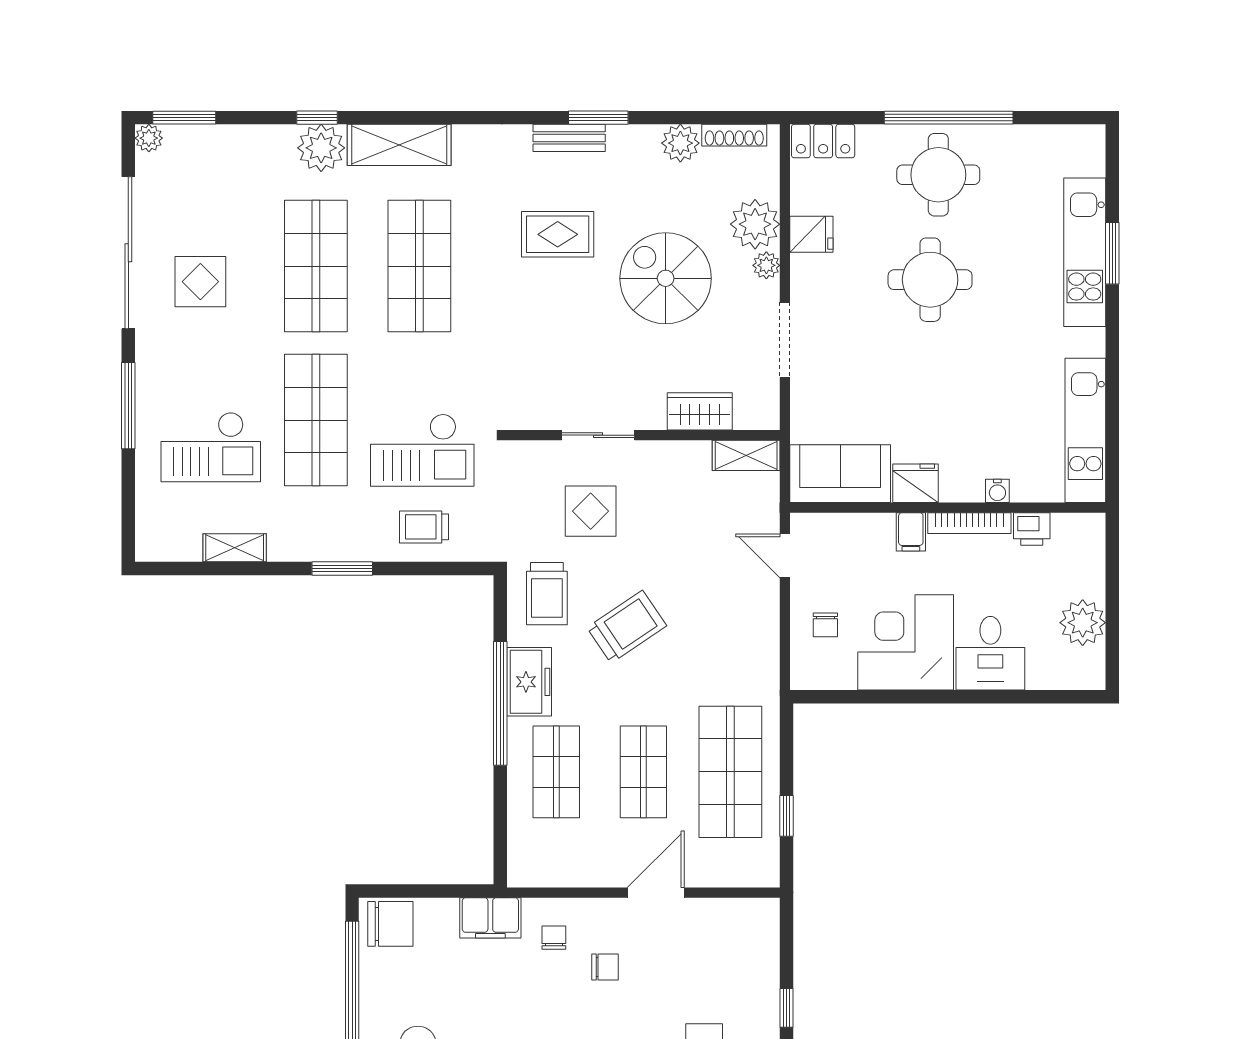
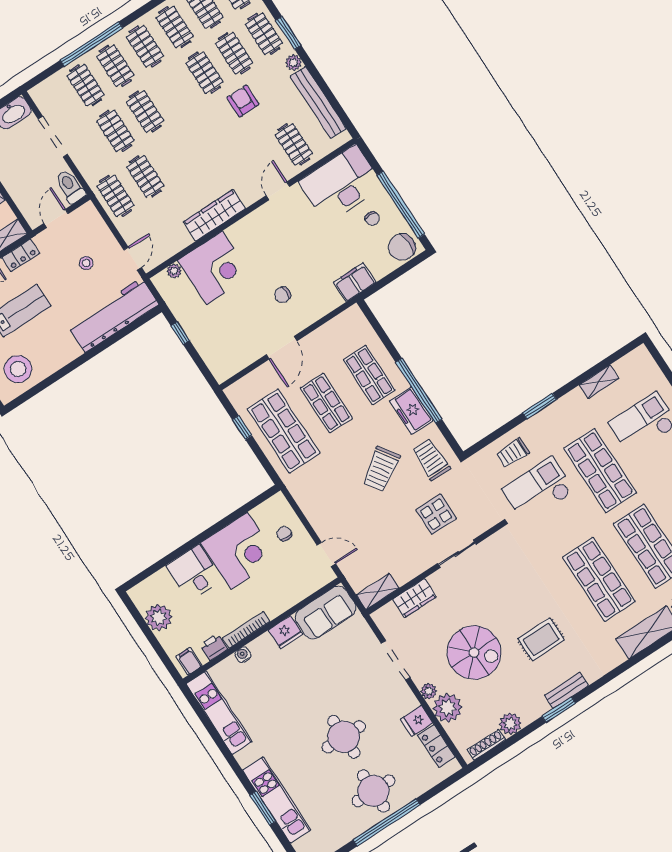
locker: (823, 141) -> (436, 746), moved, turned -90
trolley: (424, 527) -> (513, 453), turned 180
filing cabinet: (911, 532) -> (189, 661), moved
chair: (554, 938) -> (372, 219), moved

